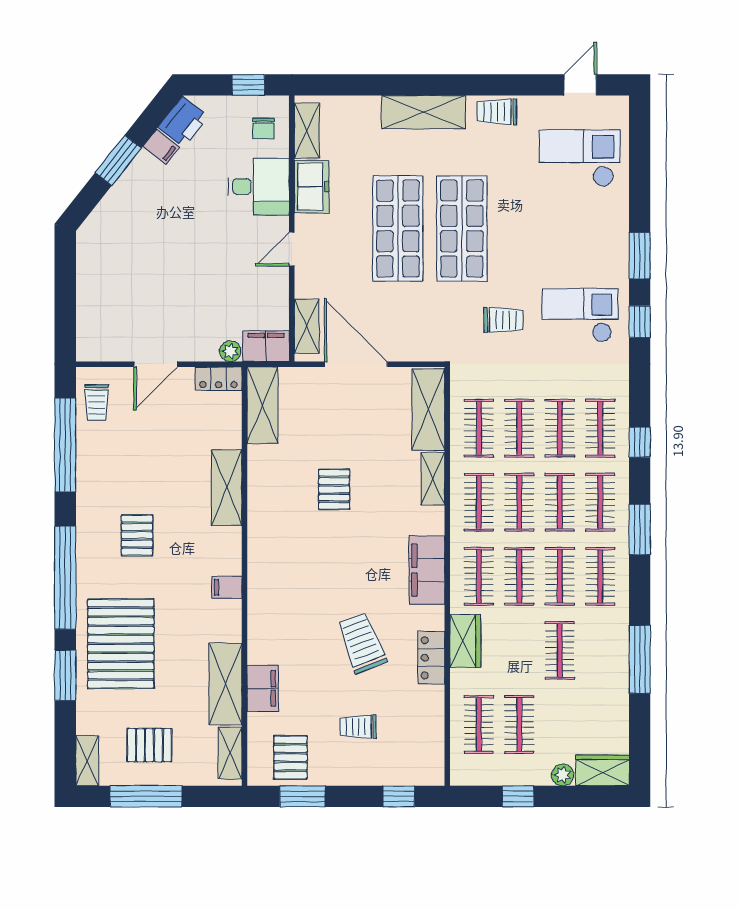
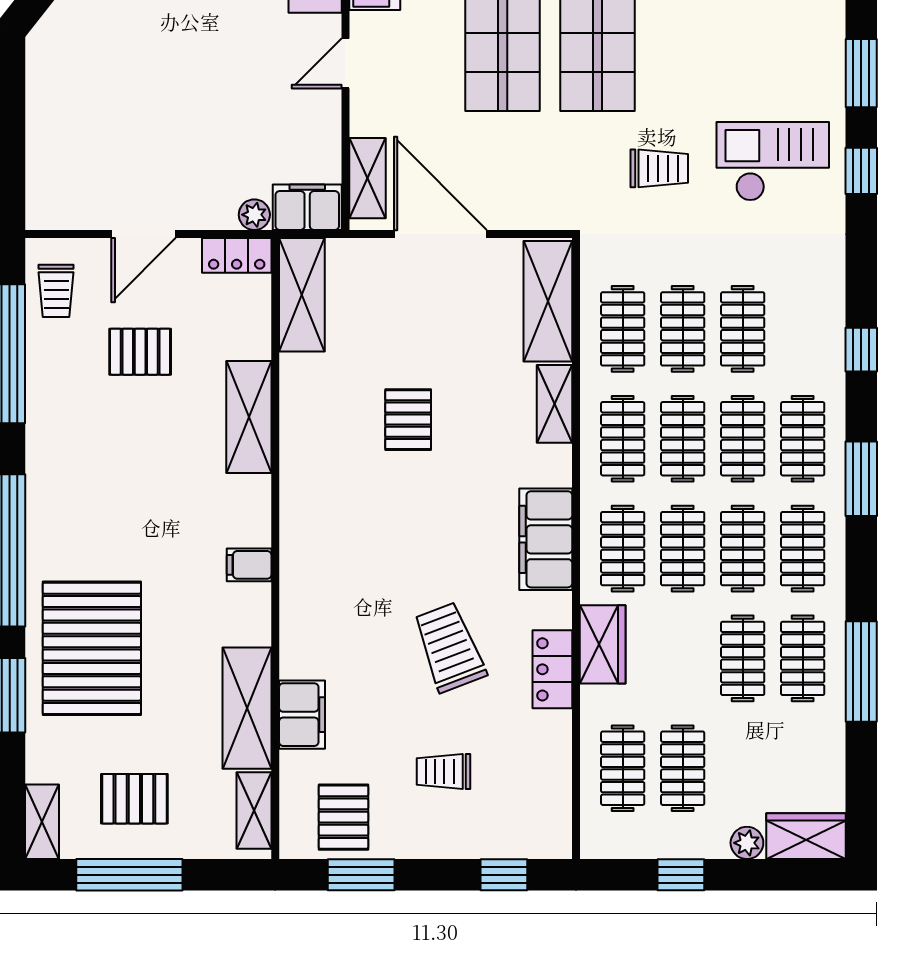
clothes rail: (600, 428) -> (803, 658), moved
pallet: (137, 535) -> (140, 352), moved, turned 90

